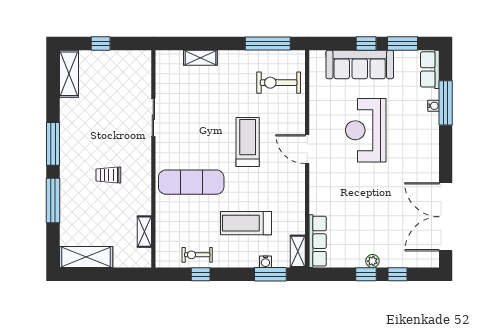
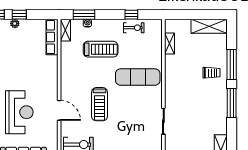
door: (307, 149) -> (59, 110), moved
trolley: (108, 175) -> (211, 73), moved

